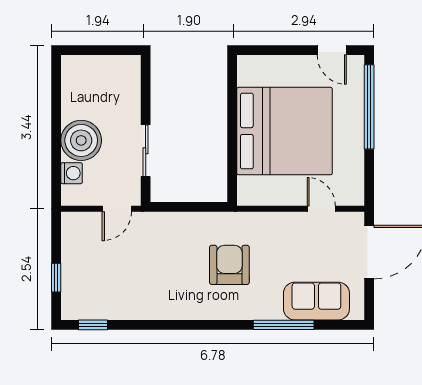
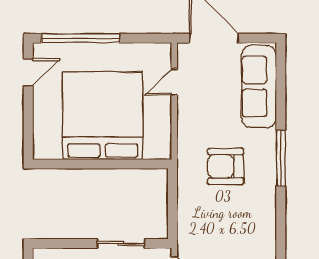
sofa: (316, 301) -> (259, 86), width x1.36
window: (284, 325) -> (281, 158), moved

